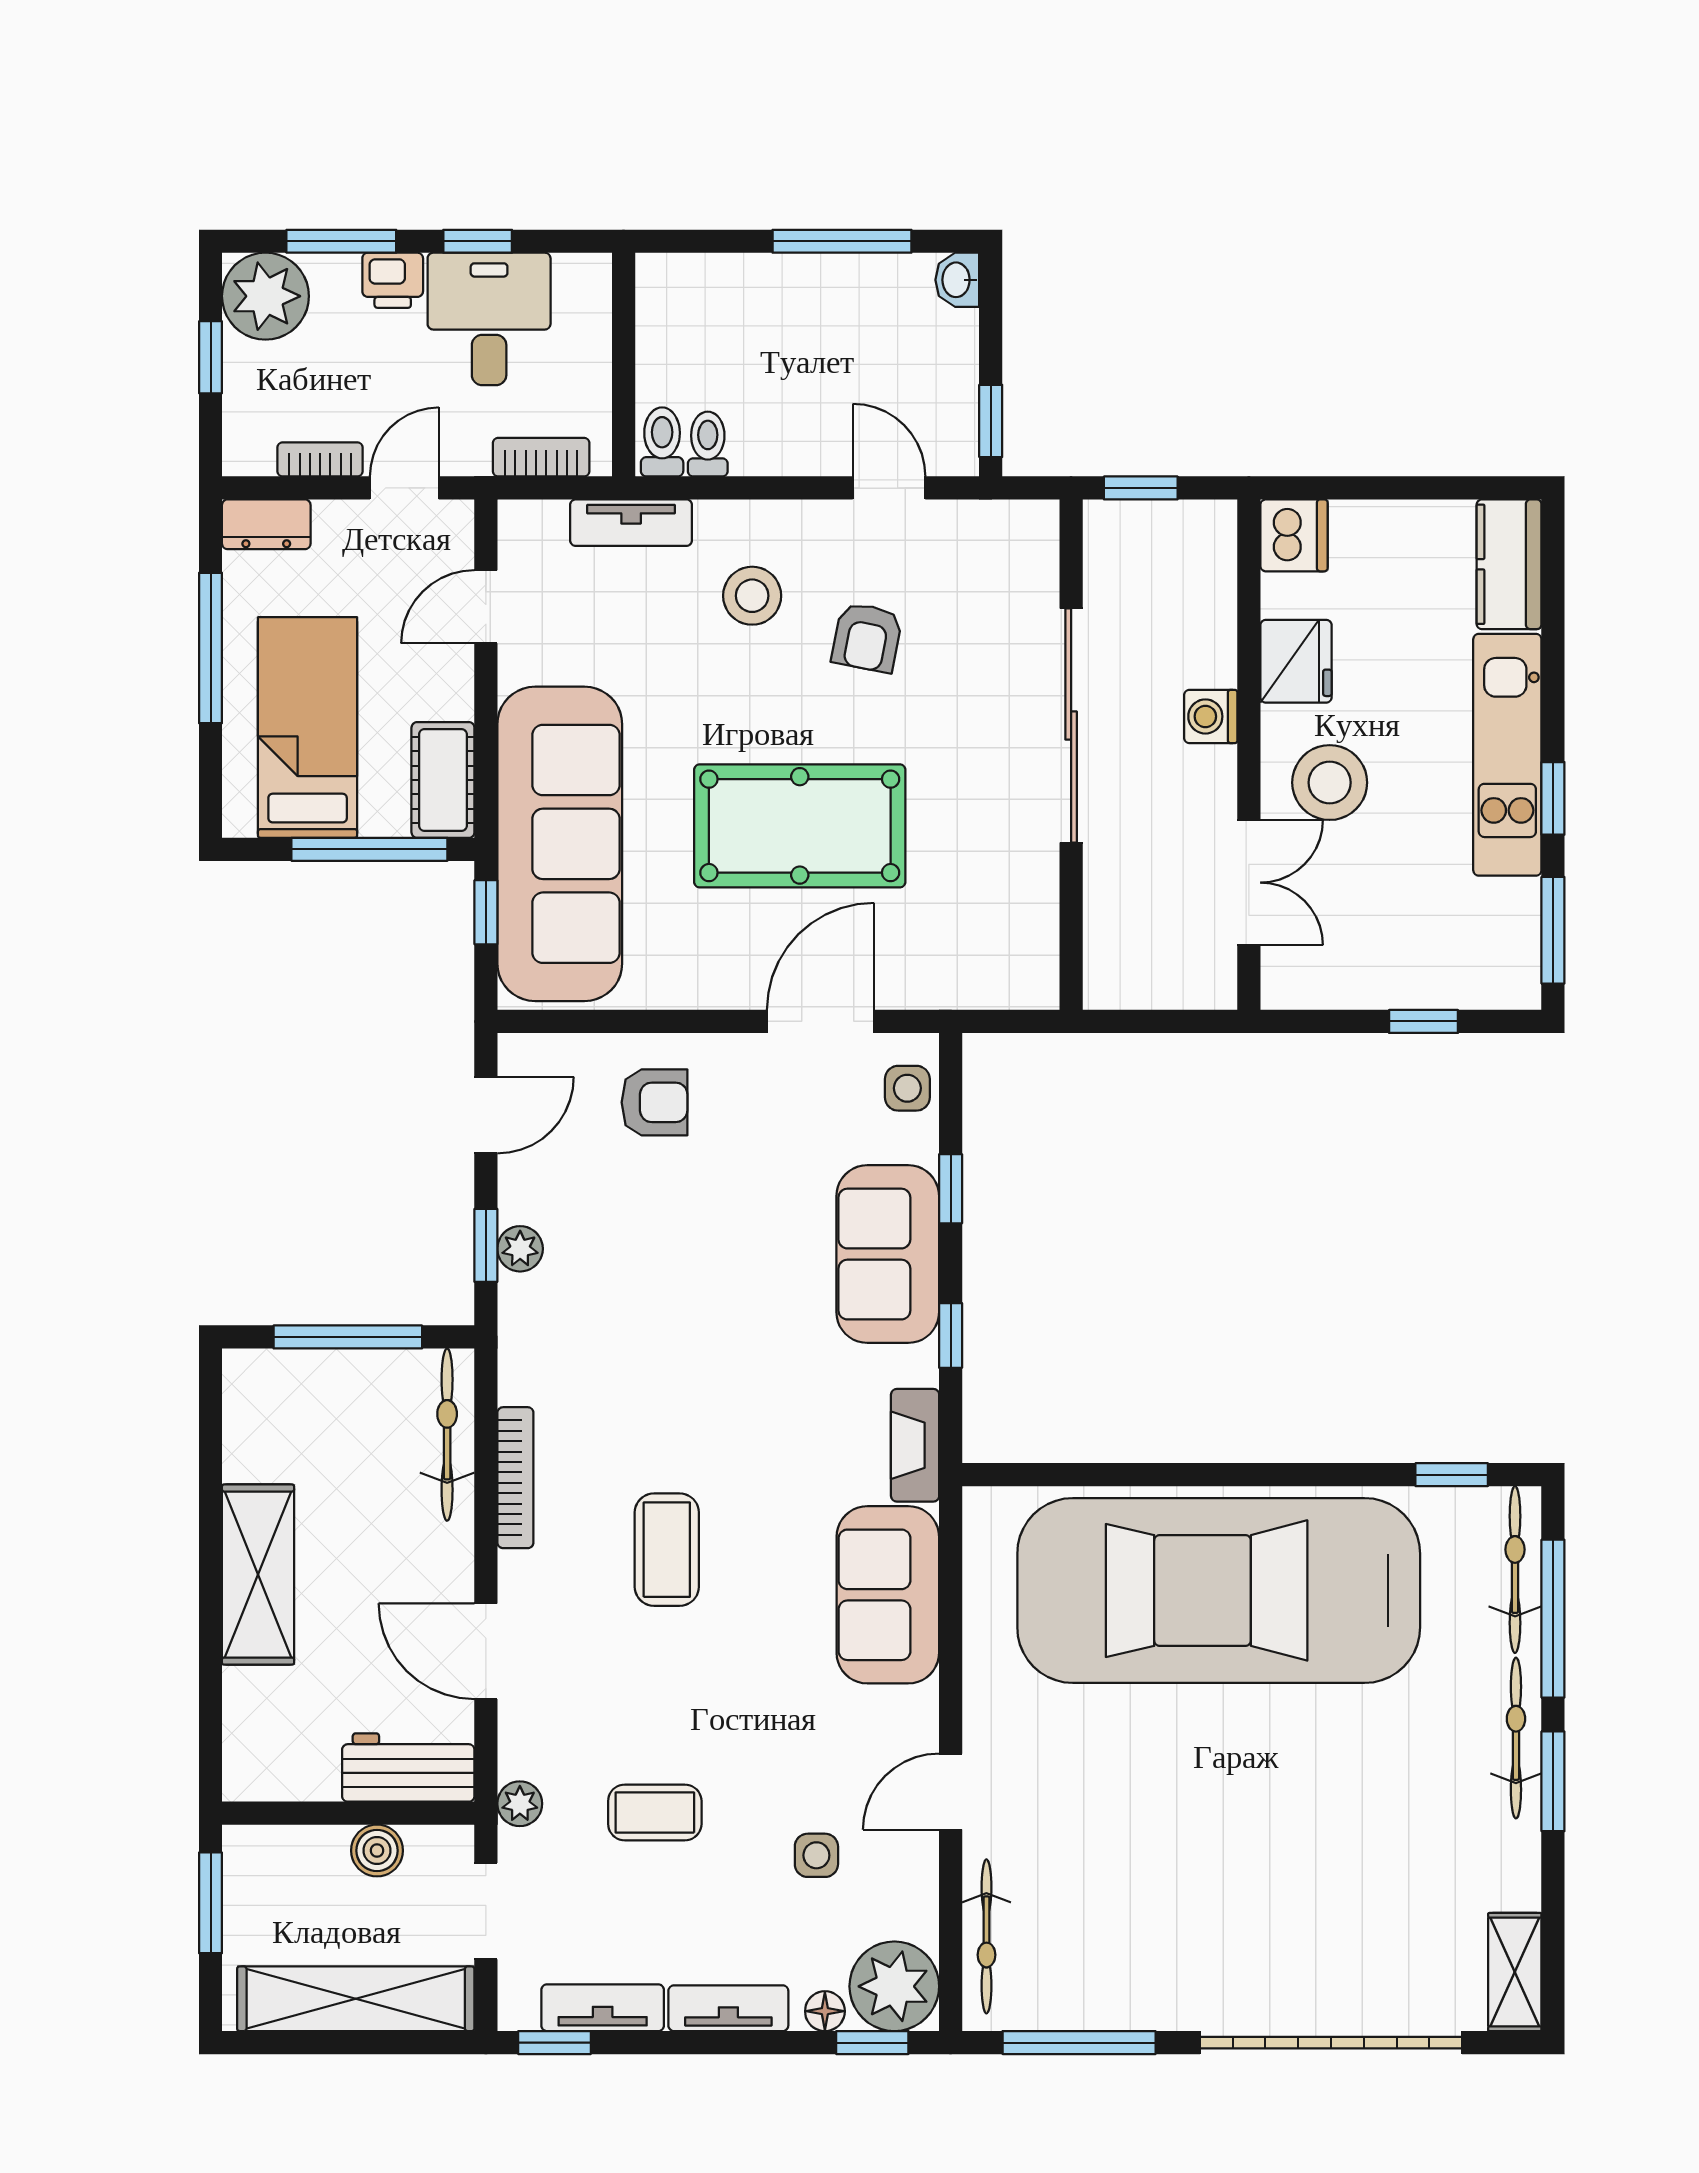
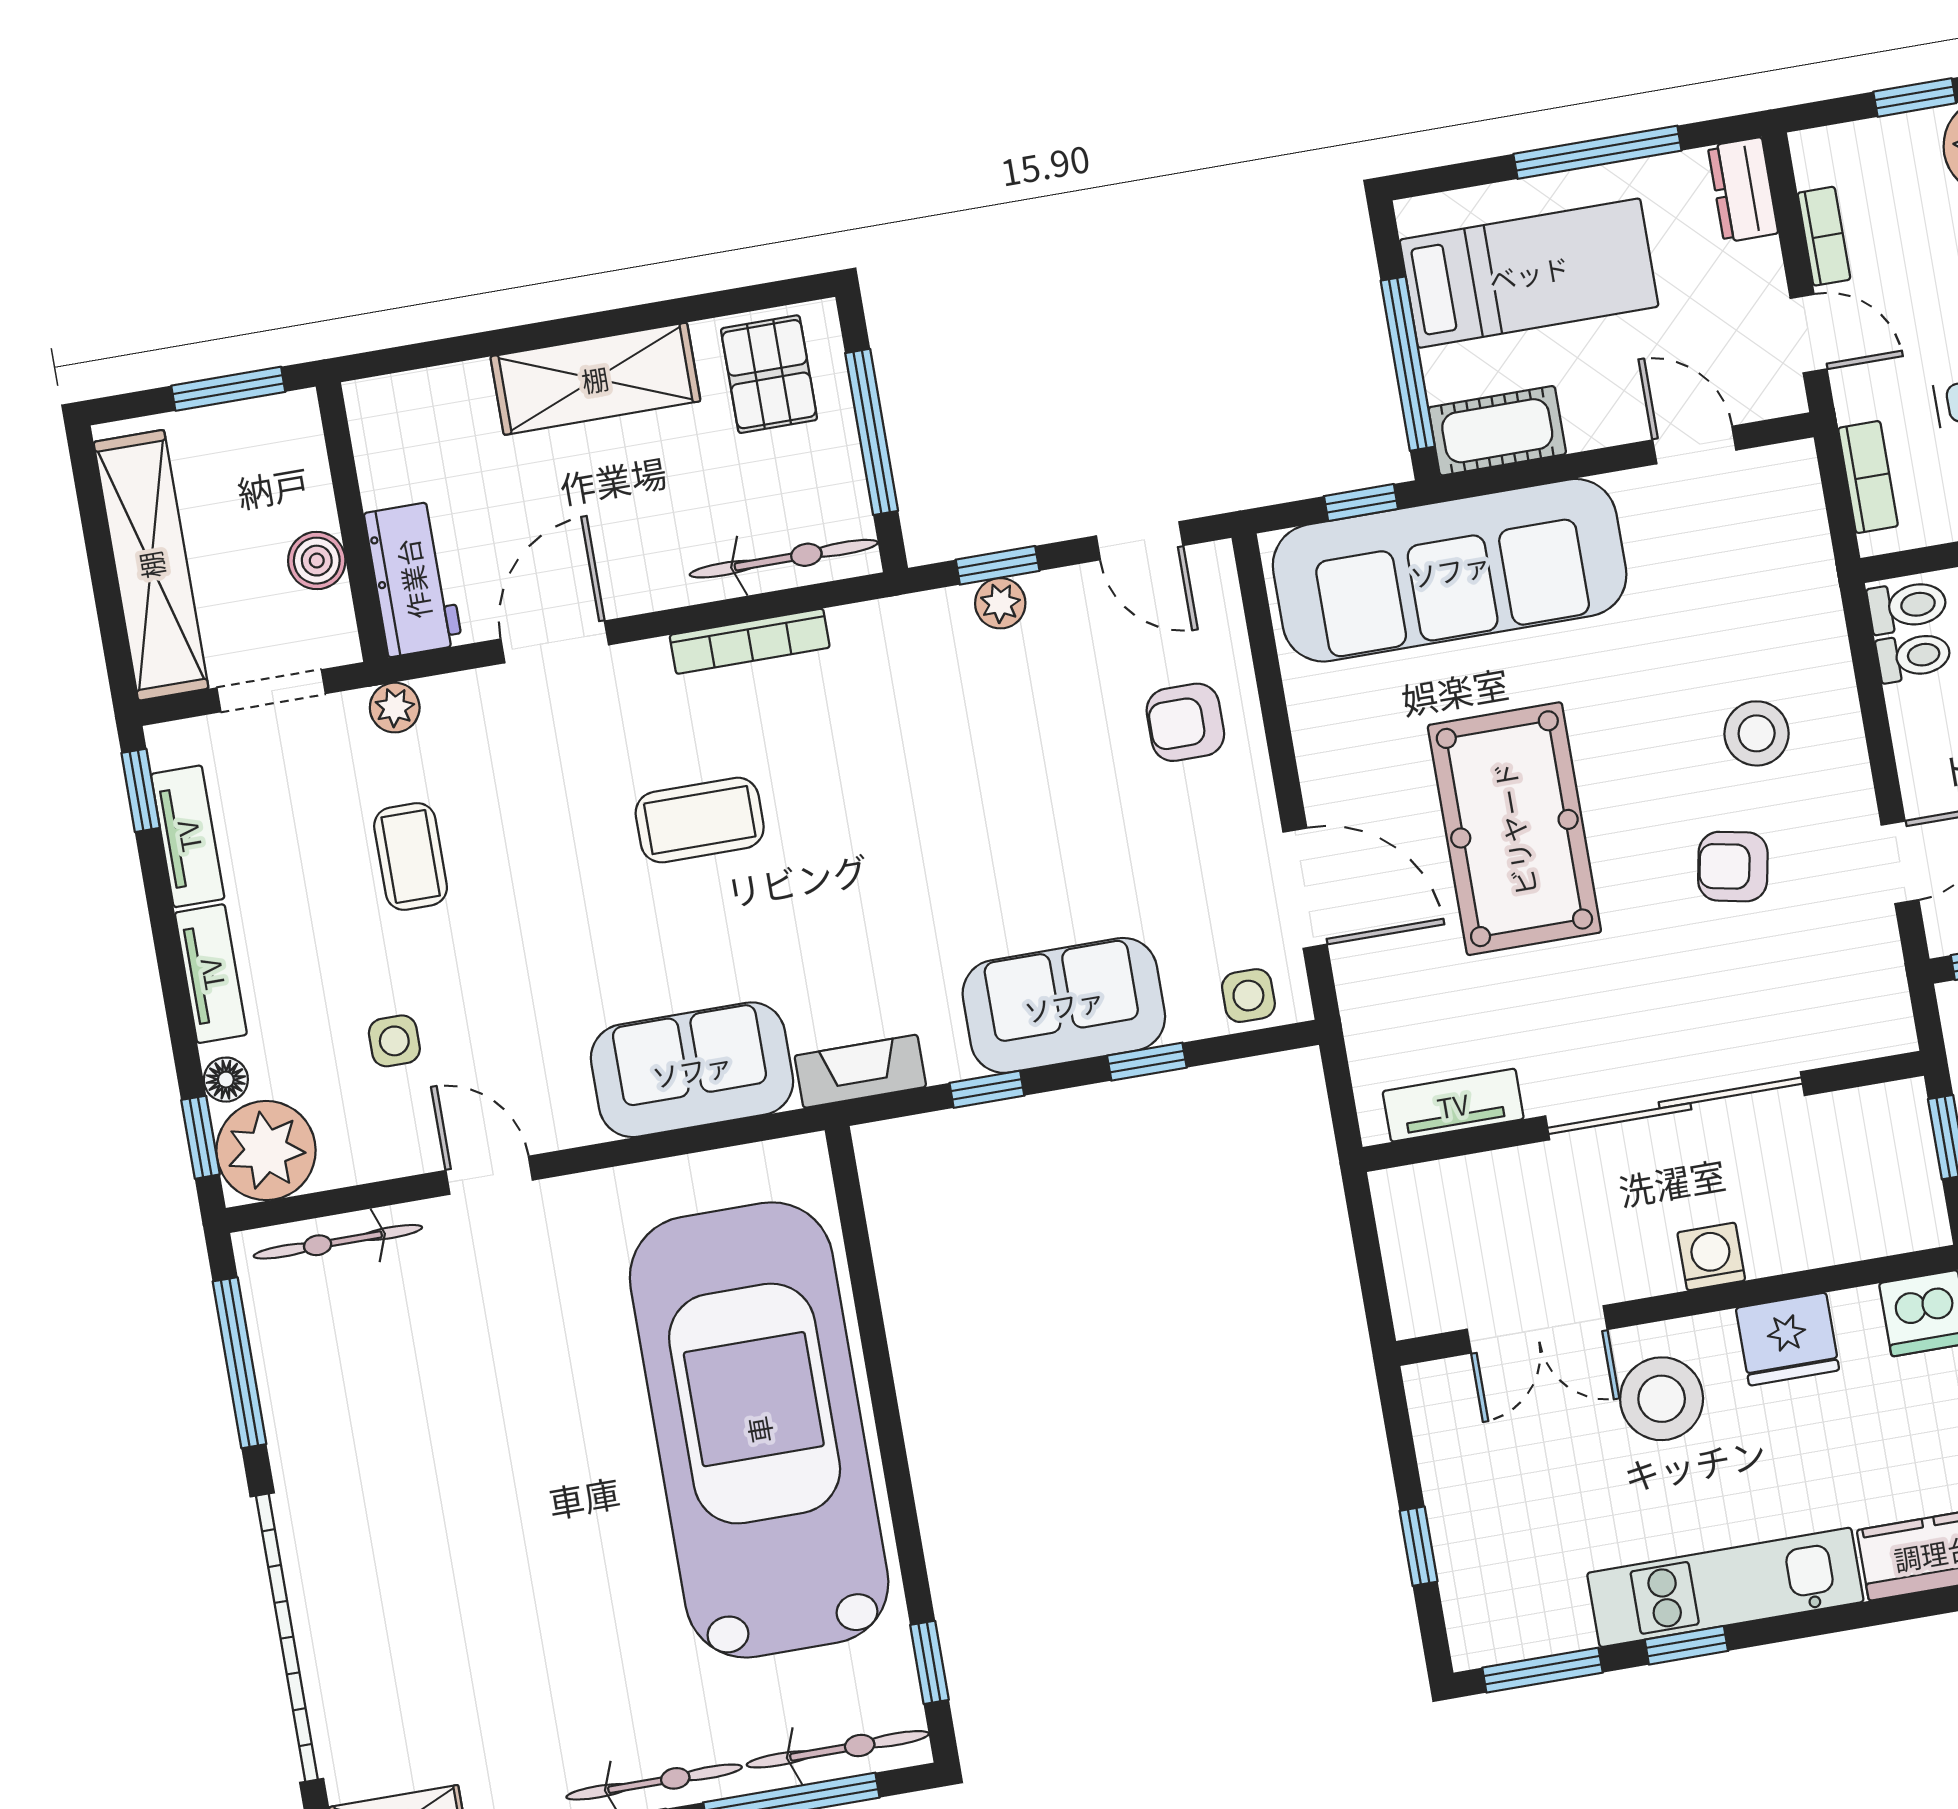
tv unit: (631, 523) -> (1453, 1105), moved, turned 90
armchair: (654, 1102) -> (1185, 722), turned 90
pallet: (281, 1419) -> (769, 374), added

